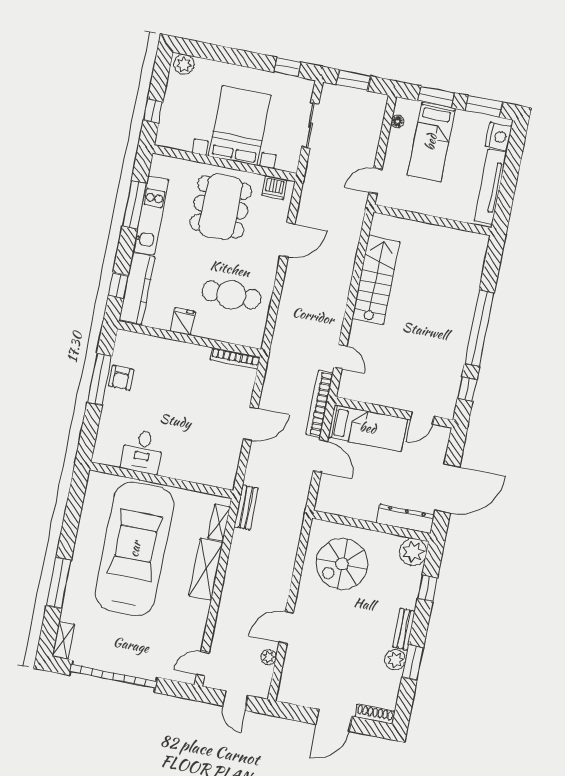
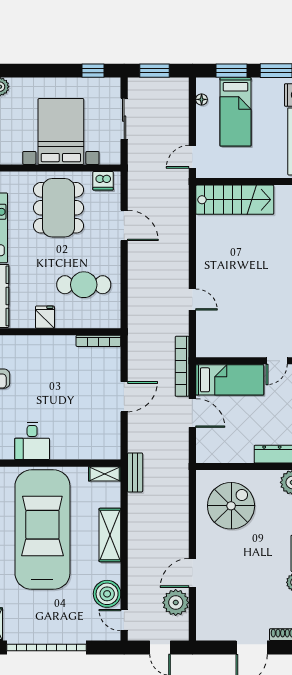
door: (287, 240) -> (124, 225), hinge flipped
stairs: (376, 280) -> (235, 200), moved, turned 90
door: (340, 357) -> (192, 300), moved
shelving: (219, 522) -> (105, 474), moved, turned 90
spiral stairs: (342, 564) -> (231, 506), turned 180
boiler: (190, 632) -> (107, 594), added
plant: (269, 657) -> (176, 603), width x1.87, depth x1.87
door: (203, 664) -> (124, 620), hinge flipped

